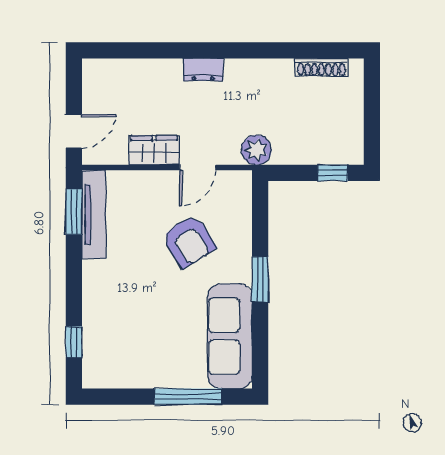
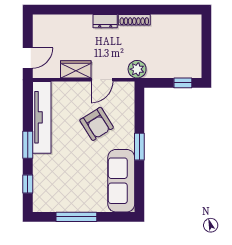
shoe rack: (321, 67) -> (134, 20), moved
window: (74, 212) -> (28, 145), moved
tv unit: (94, 214) -> (42, 117), width x1.36, depth x1.29
window: (188, 397) -> (76, 217), moved

